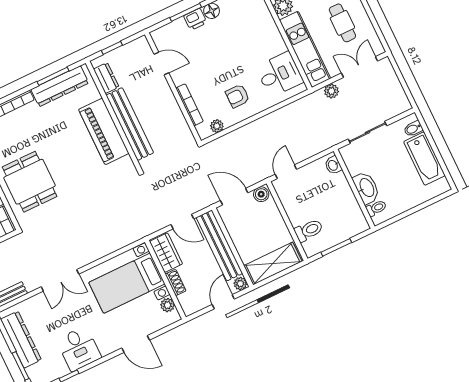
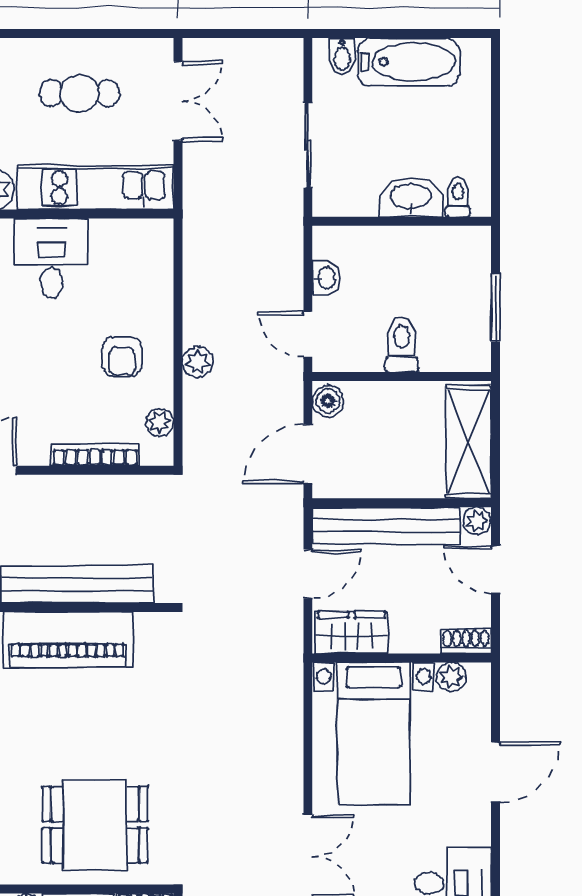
double door: (360, 67) -> (178, 101), swing flipped
desk: (280, 74) -> (52, 258), moved
plant: (331, 91) -> (198, 362), moved
washbasin: (333, 165) -> (326, 278), moved, turned -90
toilet: (309, 230) -> (402, 344), moved
shoe rack: (176, 282) -> (466, 641), moved

